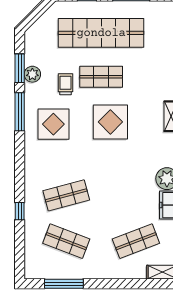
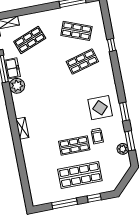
shop shelf: (101, 33) -> (80, 175), width x0.71
plant: (32, 74) -> (123, 149), moved
window: (20, 112) -> (124, 112), width x0.69
display table: (110, 122) -> (62, 116), removed

